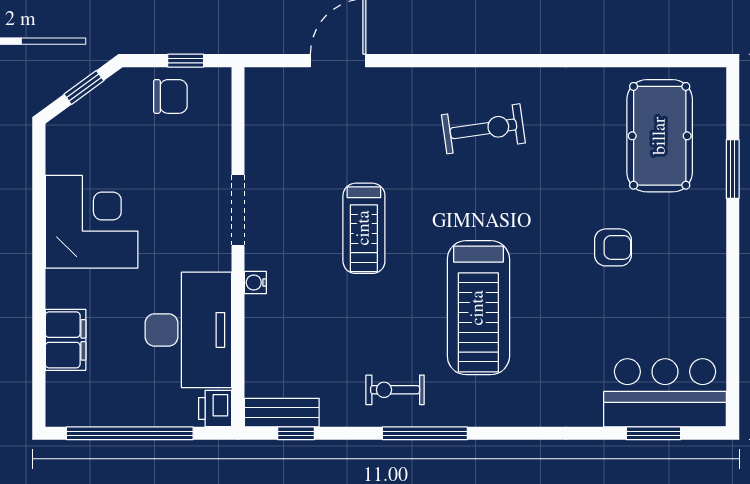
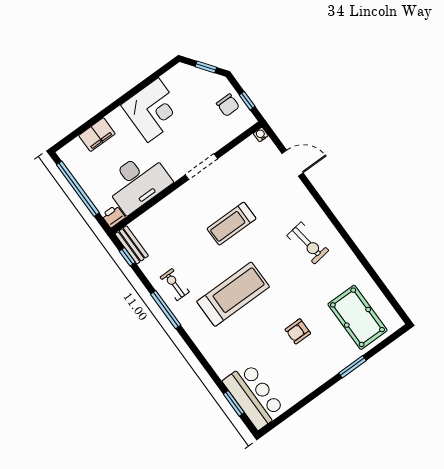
pool table: (660, 136) -> (357, 317), turned 90
window: (733, 169) -> (352, 367), moved
armchair: (613, 247) -> (298, 331), turned 90
water cooler: (255, 282) -> (261, 134), moved
treadmill: (478, 308) -> (233, 294), turned 180

